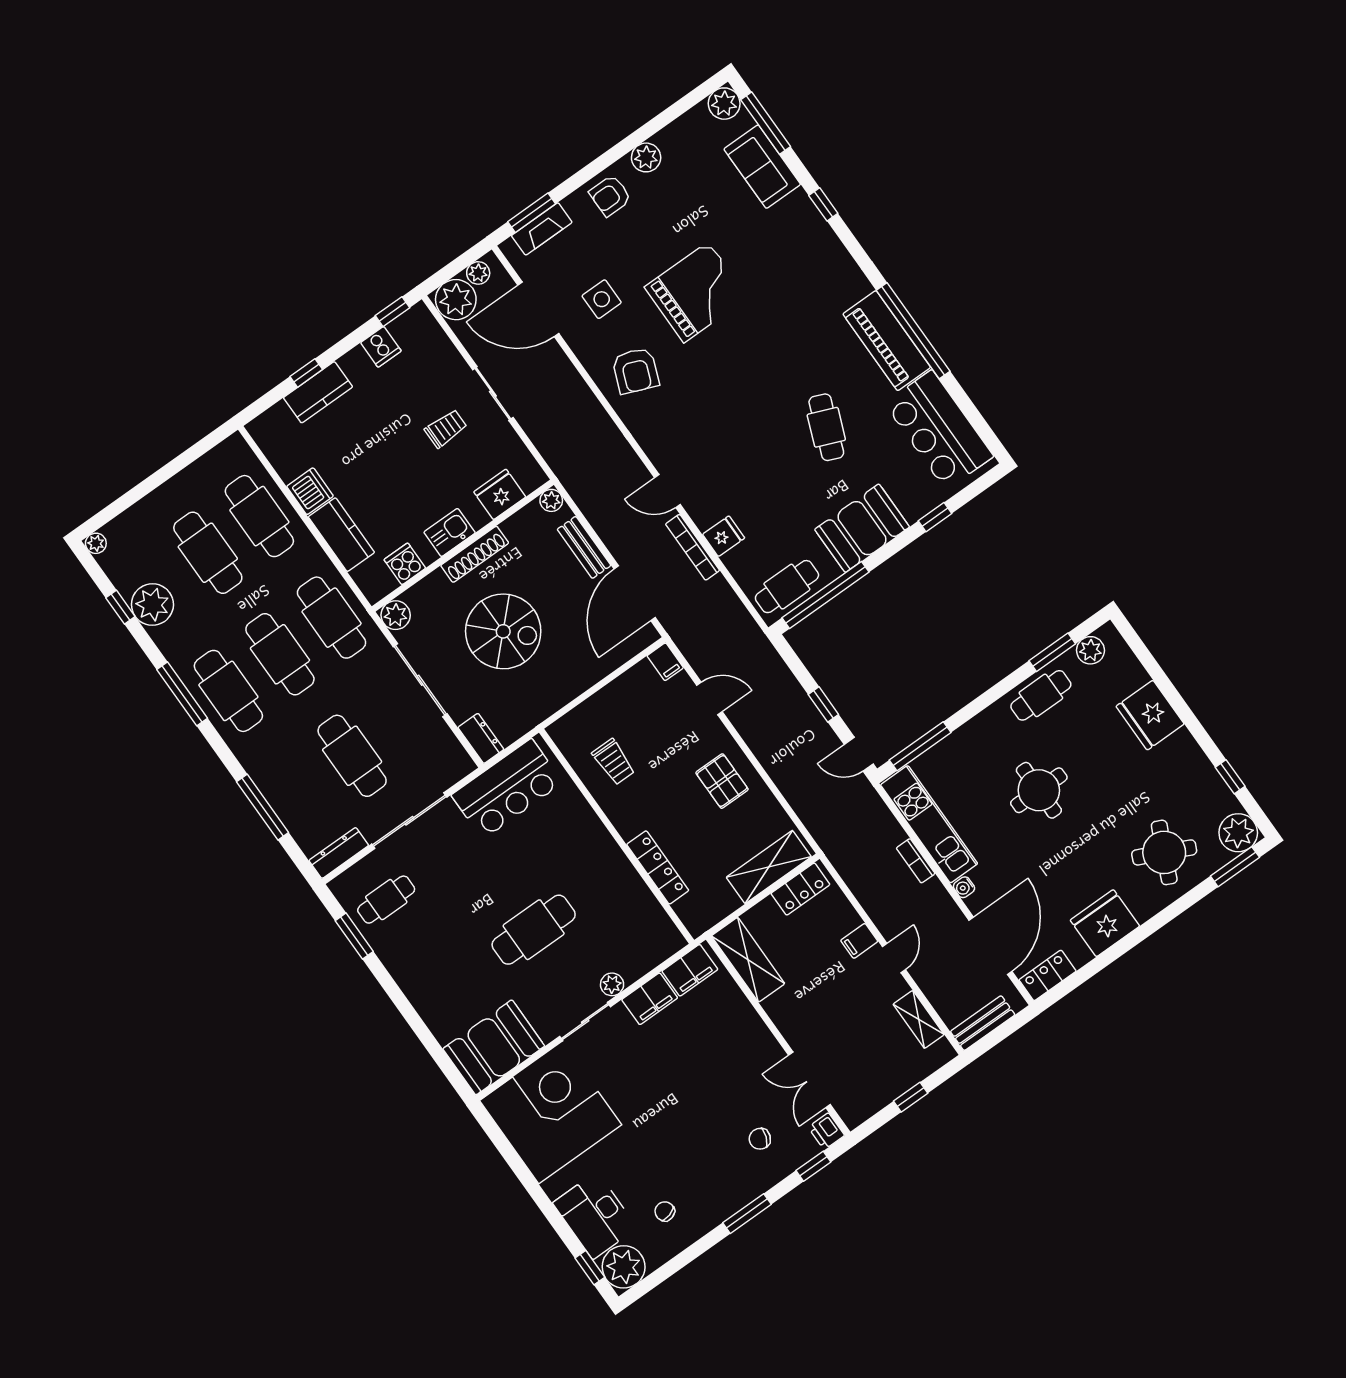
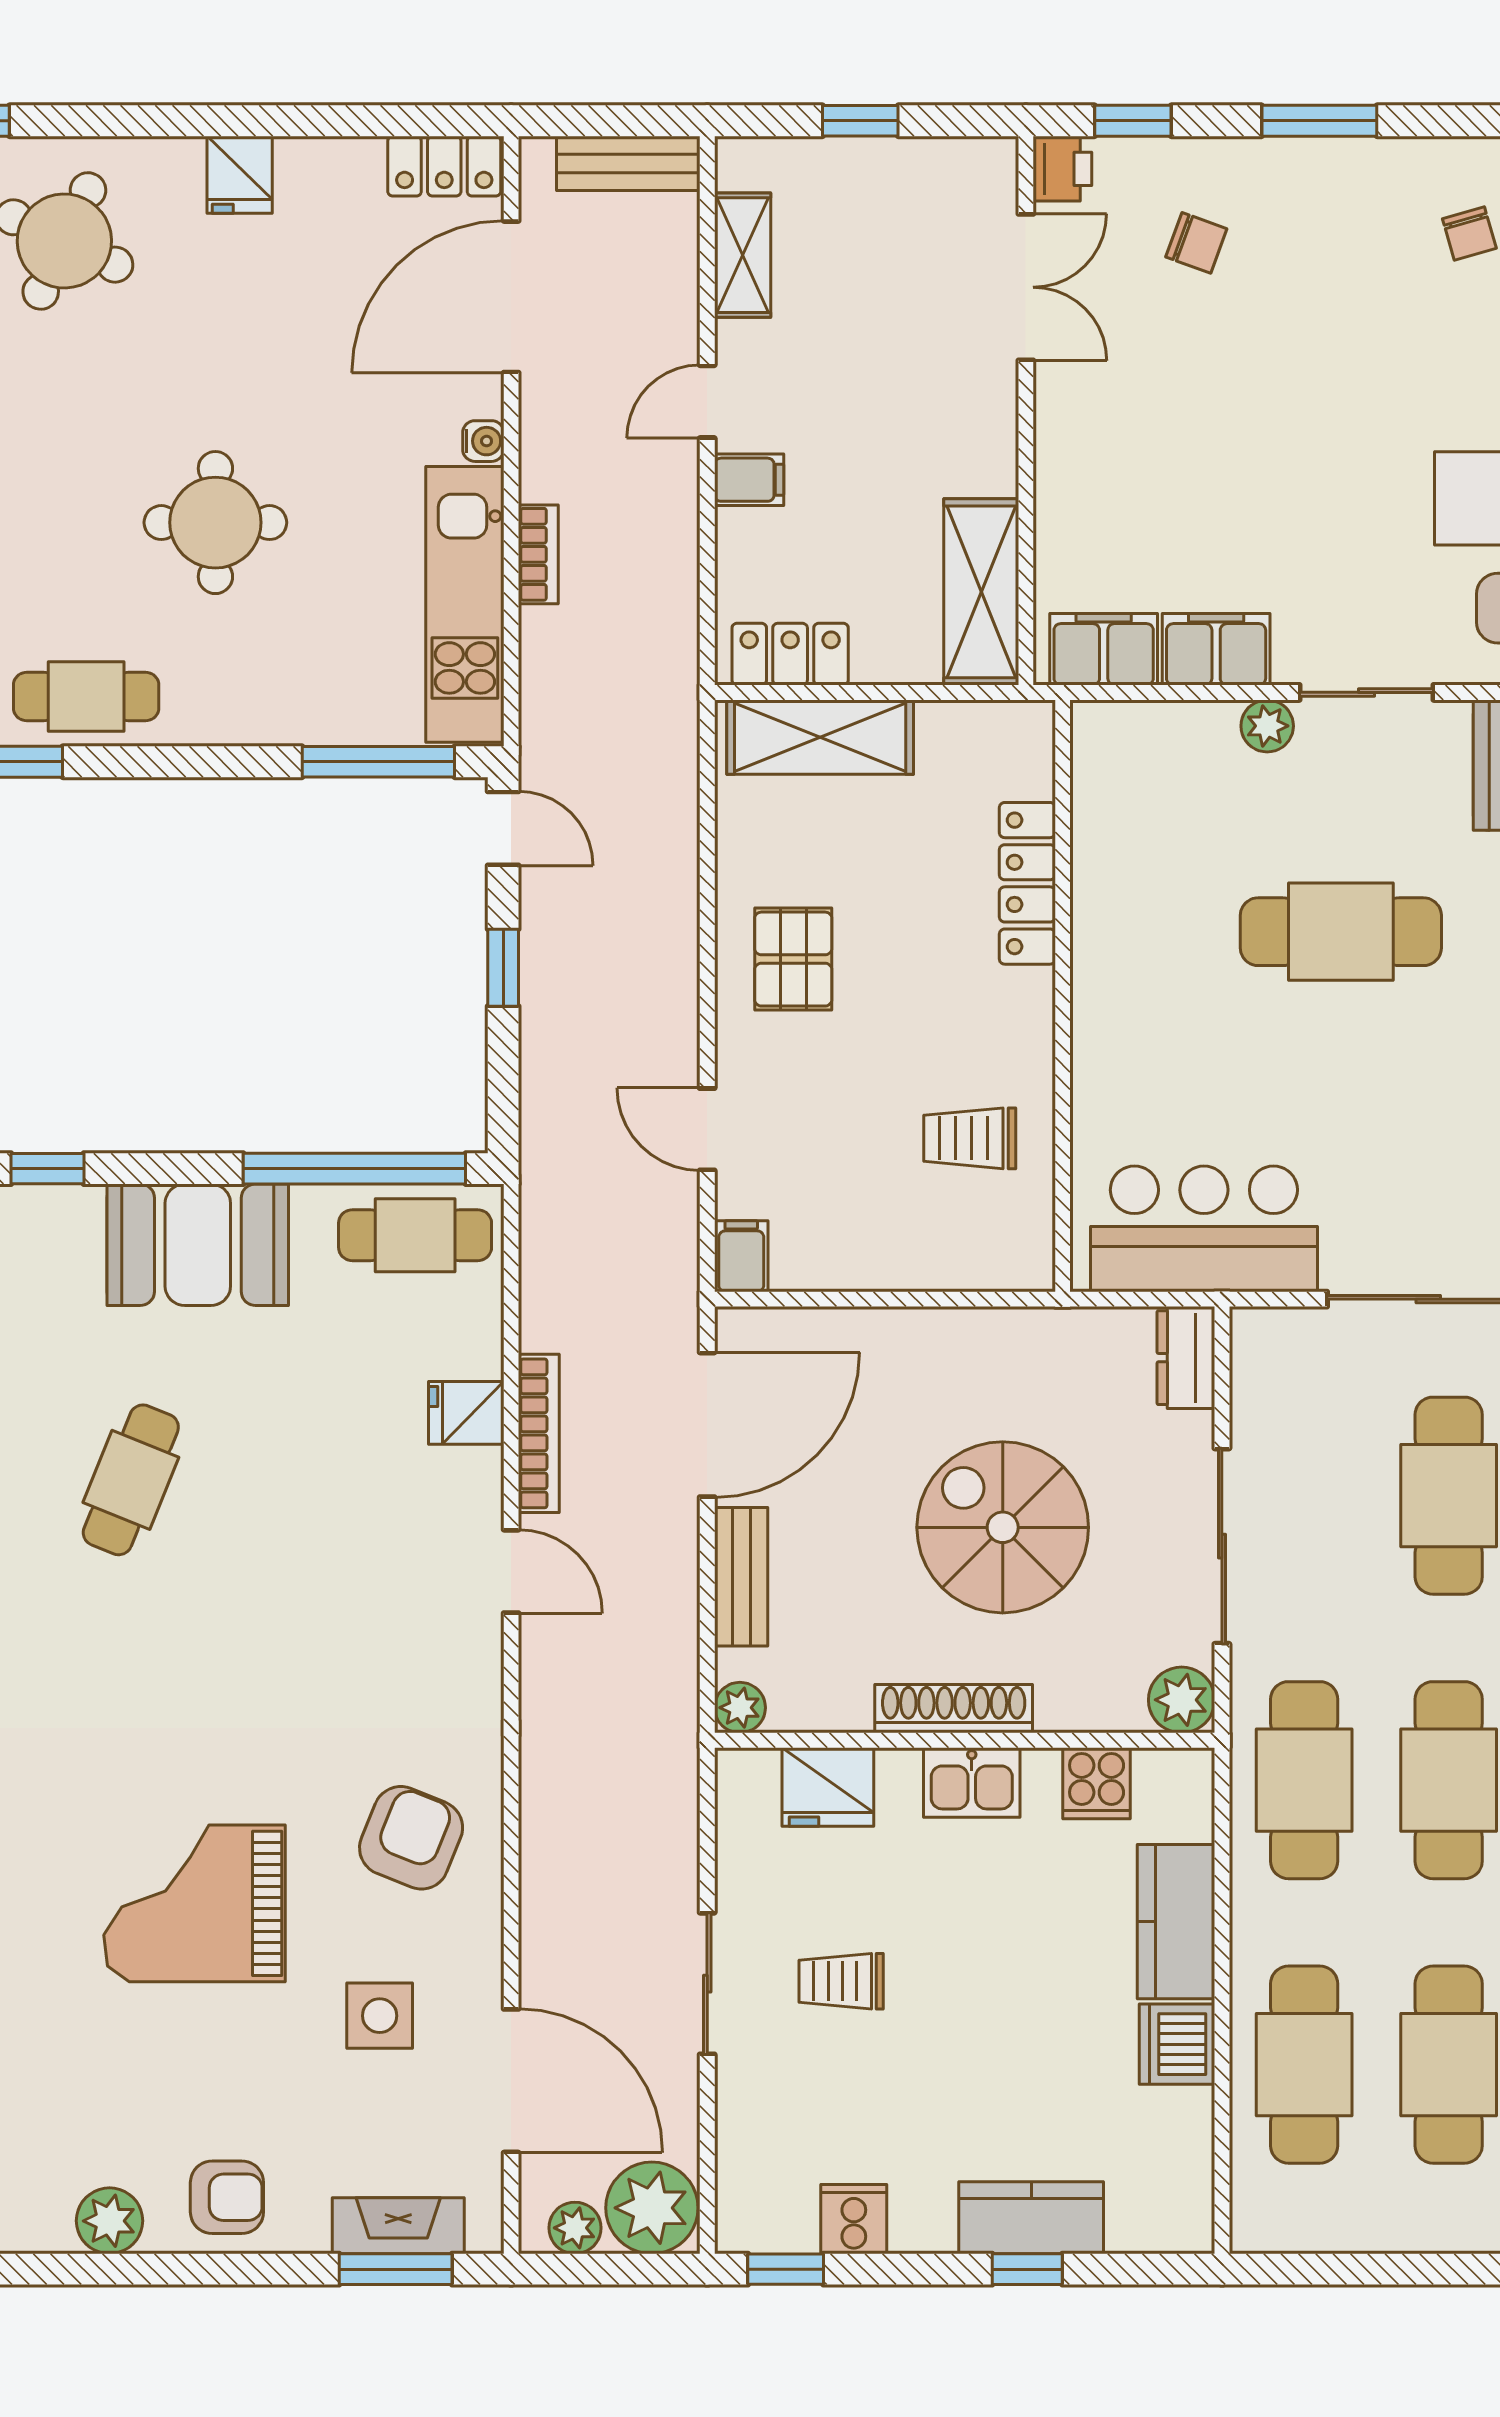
trolley: (614, 762) -> (970, 1138), turned -90
fridge: (1105, 923) -> (240, 175), width x0.53, depth x0.75

